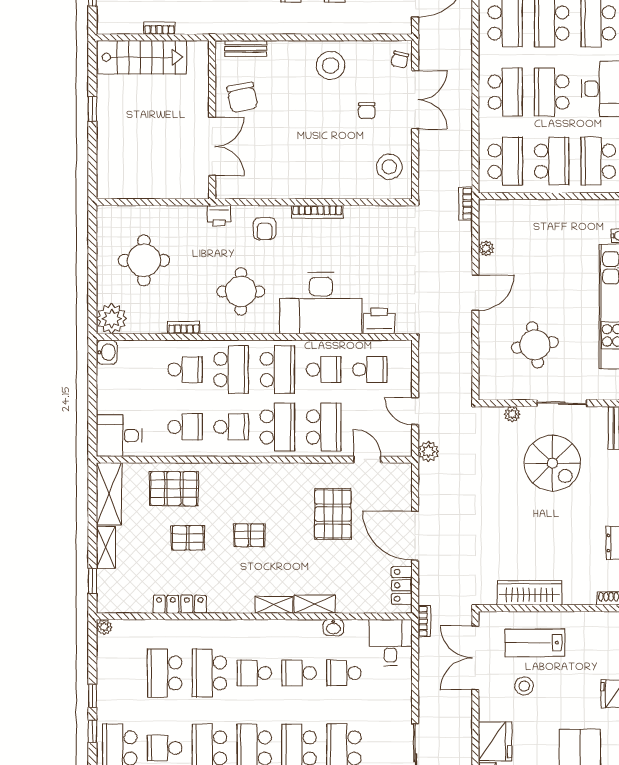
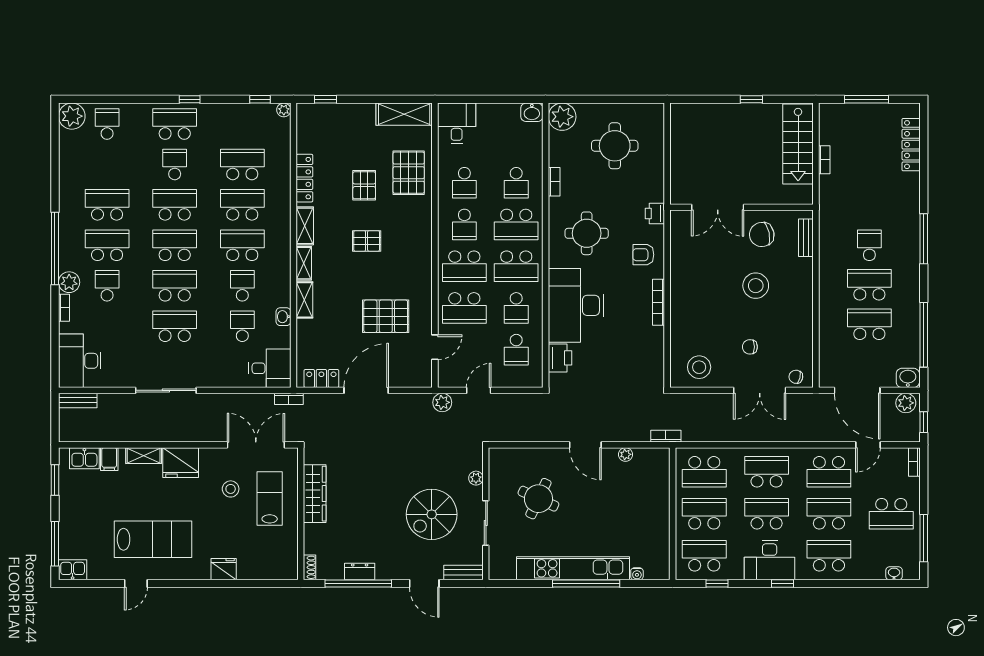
stool: (330, 65) -> (756, 286), moved
school desk: (505, 92) -> (767, 472), turned 180
school desk: (552, 161) -> (704, 514), turned 180
round table: (535, 345) -> (538, 499), turned 34
pallet: (249, 535) -> (367, 241), turned 90
shelving: (106, 547) -> (305, 226), moved, turned 90
school desk: (254, 673) -> (242, 245), width x1.85
window: (92, 696) -> (260, 99), moved

